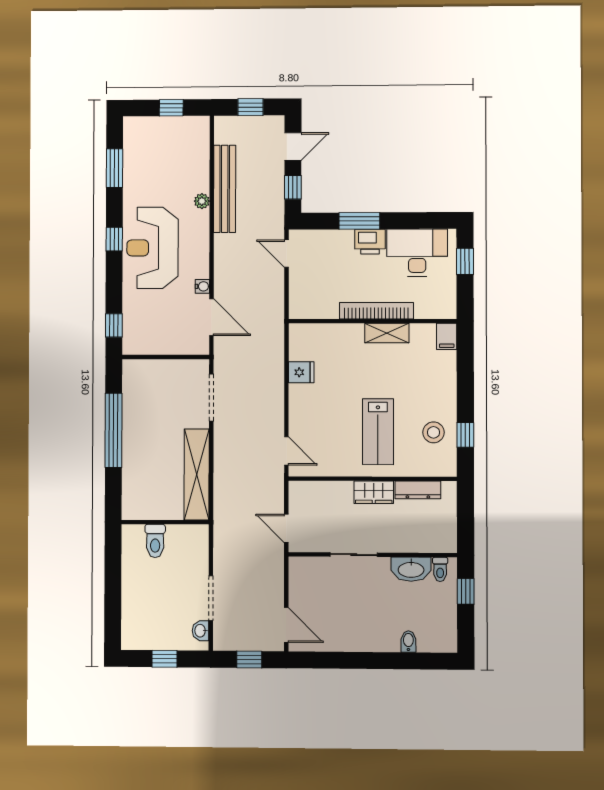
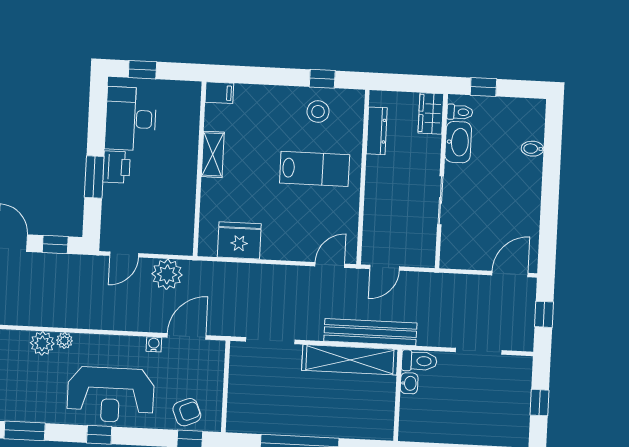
plant: (198, 180) -> (42, 343), added
bench: (225, 189) -> (370, 332), moved
plant: (270, 295) -> (167, 274), added
bookcase: (376, 311) -> (189, 164), removed
armchair: (139, 321) -> (187, 412), added
fridge: (301, 372) -> (239, 240), width x1.88, depth x1.34
wardrobe: (374, 492) -> (431, 113), moved, turned 180
door: (286, 528) -> (385, 268), moved
toilet: (155, 541) -> (419, 361), moved
washbasin: (200, 631) -> (409, 383), moved, turned -90

